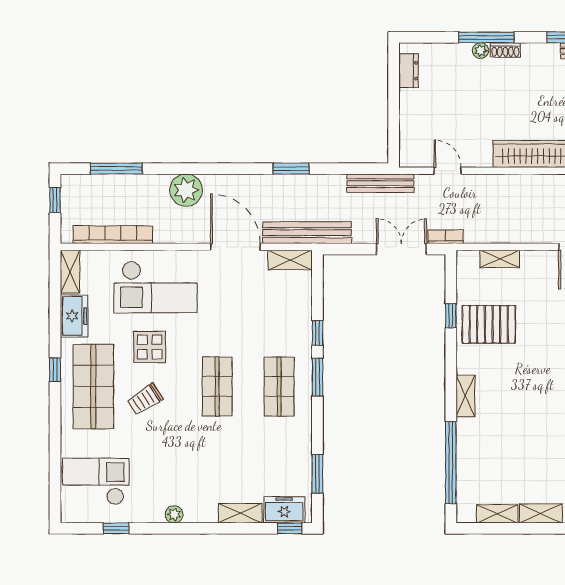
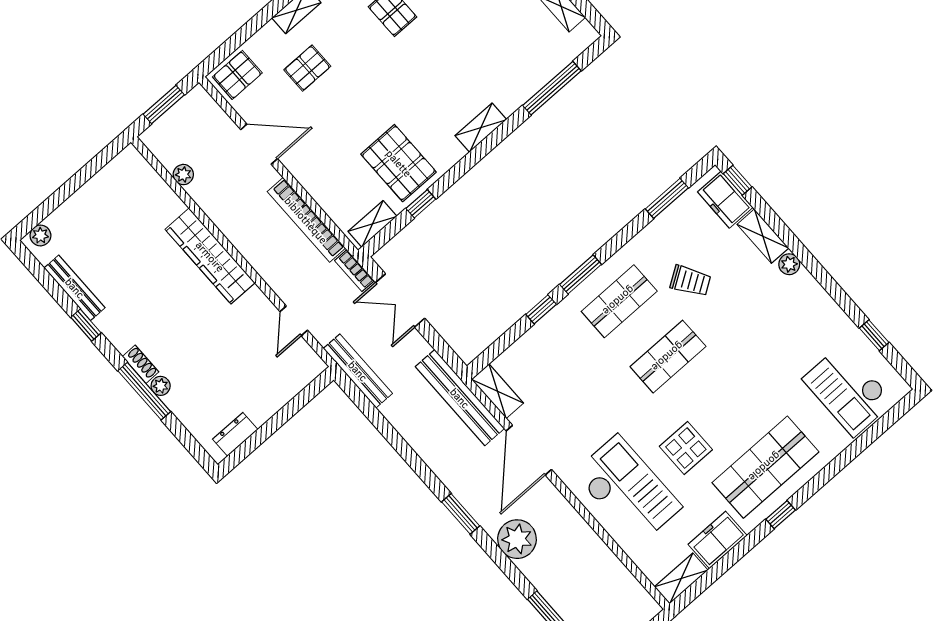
window: (291, 169) -> (461, 514), moved
bookcase: (113, 235) -> (306, 220), moved
shelving: (500, 259) -> (372, 224), moved, turned 90
trolley: (145, 399) -> (690, 281), moved
window: (451, 463) -> (552, 88), width x0.68
plant: (174, 514) -> (789, 264), moved

